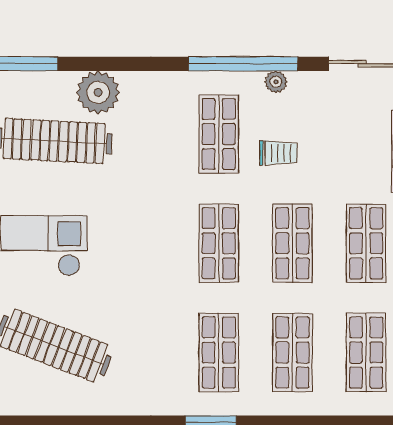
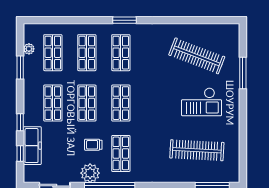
plant: (276, 82) -> (90, 173), width x1.88, depth x1.88
plant: (98, 92) -> (177, 173), removed

